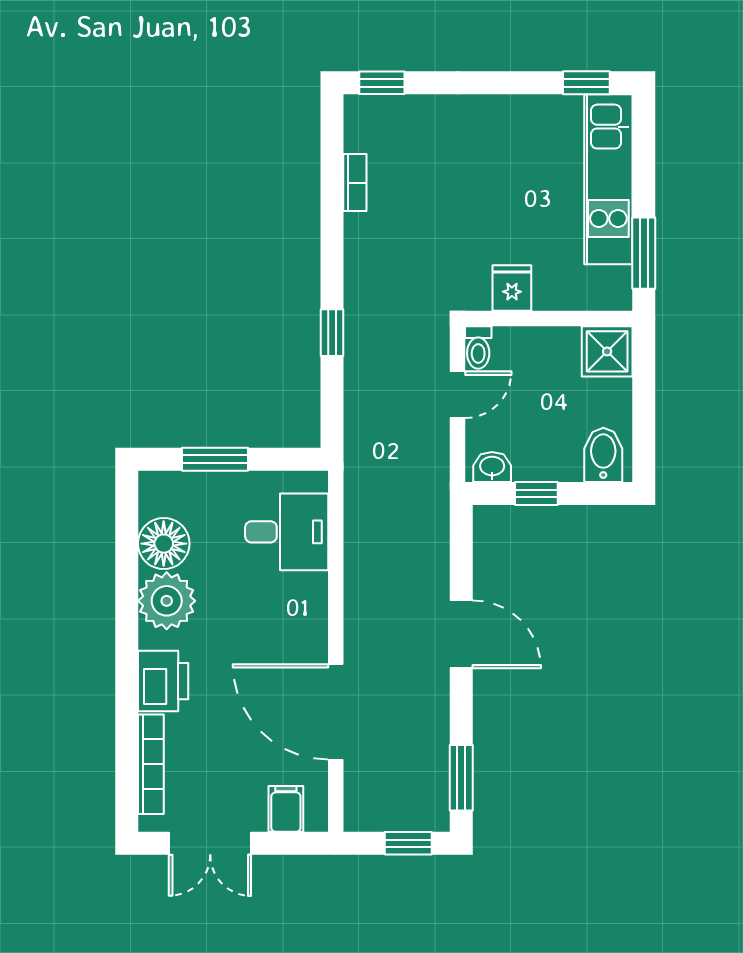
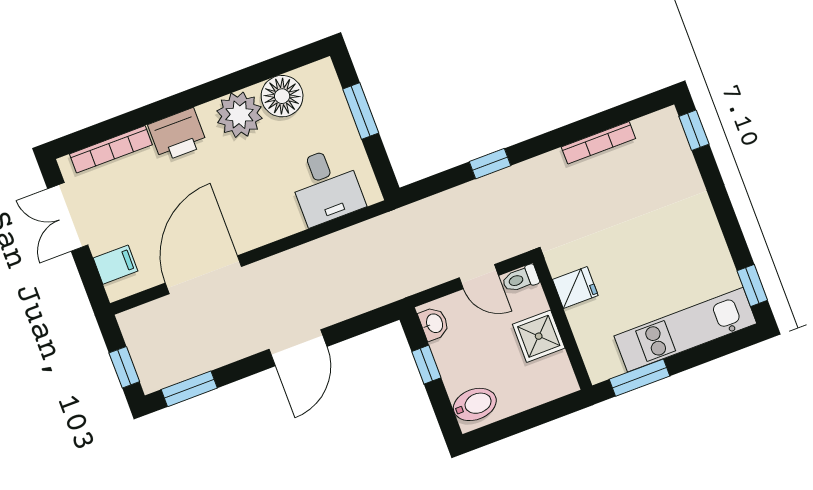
bookcase: (355, 183) -> (598, 143), width x1.56
shower: (607, 351) -> (539, 336), moved

